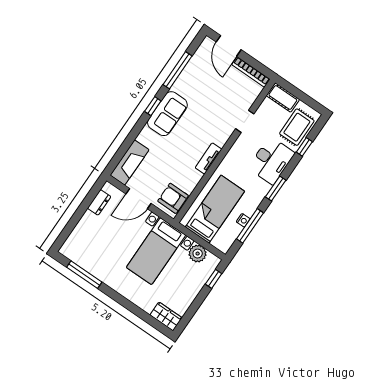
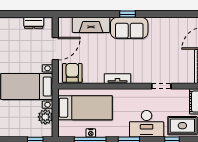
window: (177, 70) -> (165, 14), removed
fireplace: (130, 162) -> (91, 25), moved
door: (138, 199) -> (55, 49), swing flipped

